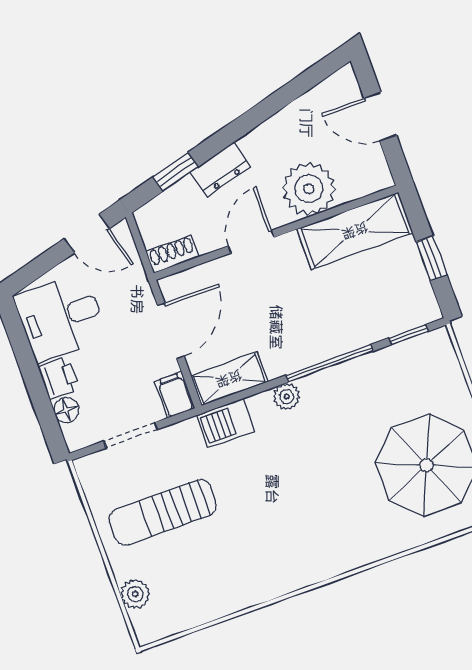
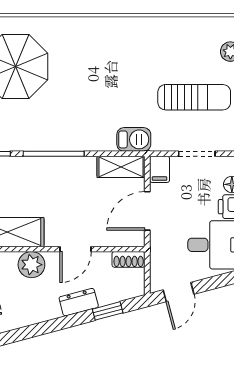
plant: (309, 189) -> (31, 265), width x0.73, depth x0.73
door: (87, 234) -> (178, 292), swing flipped
plant: (287, 396) -> (89, 142), removed

